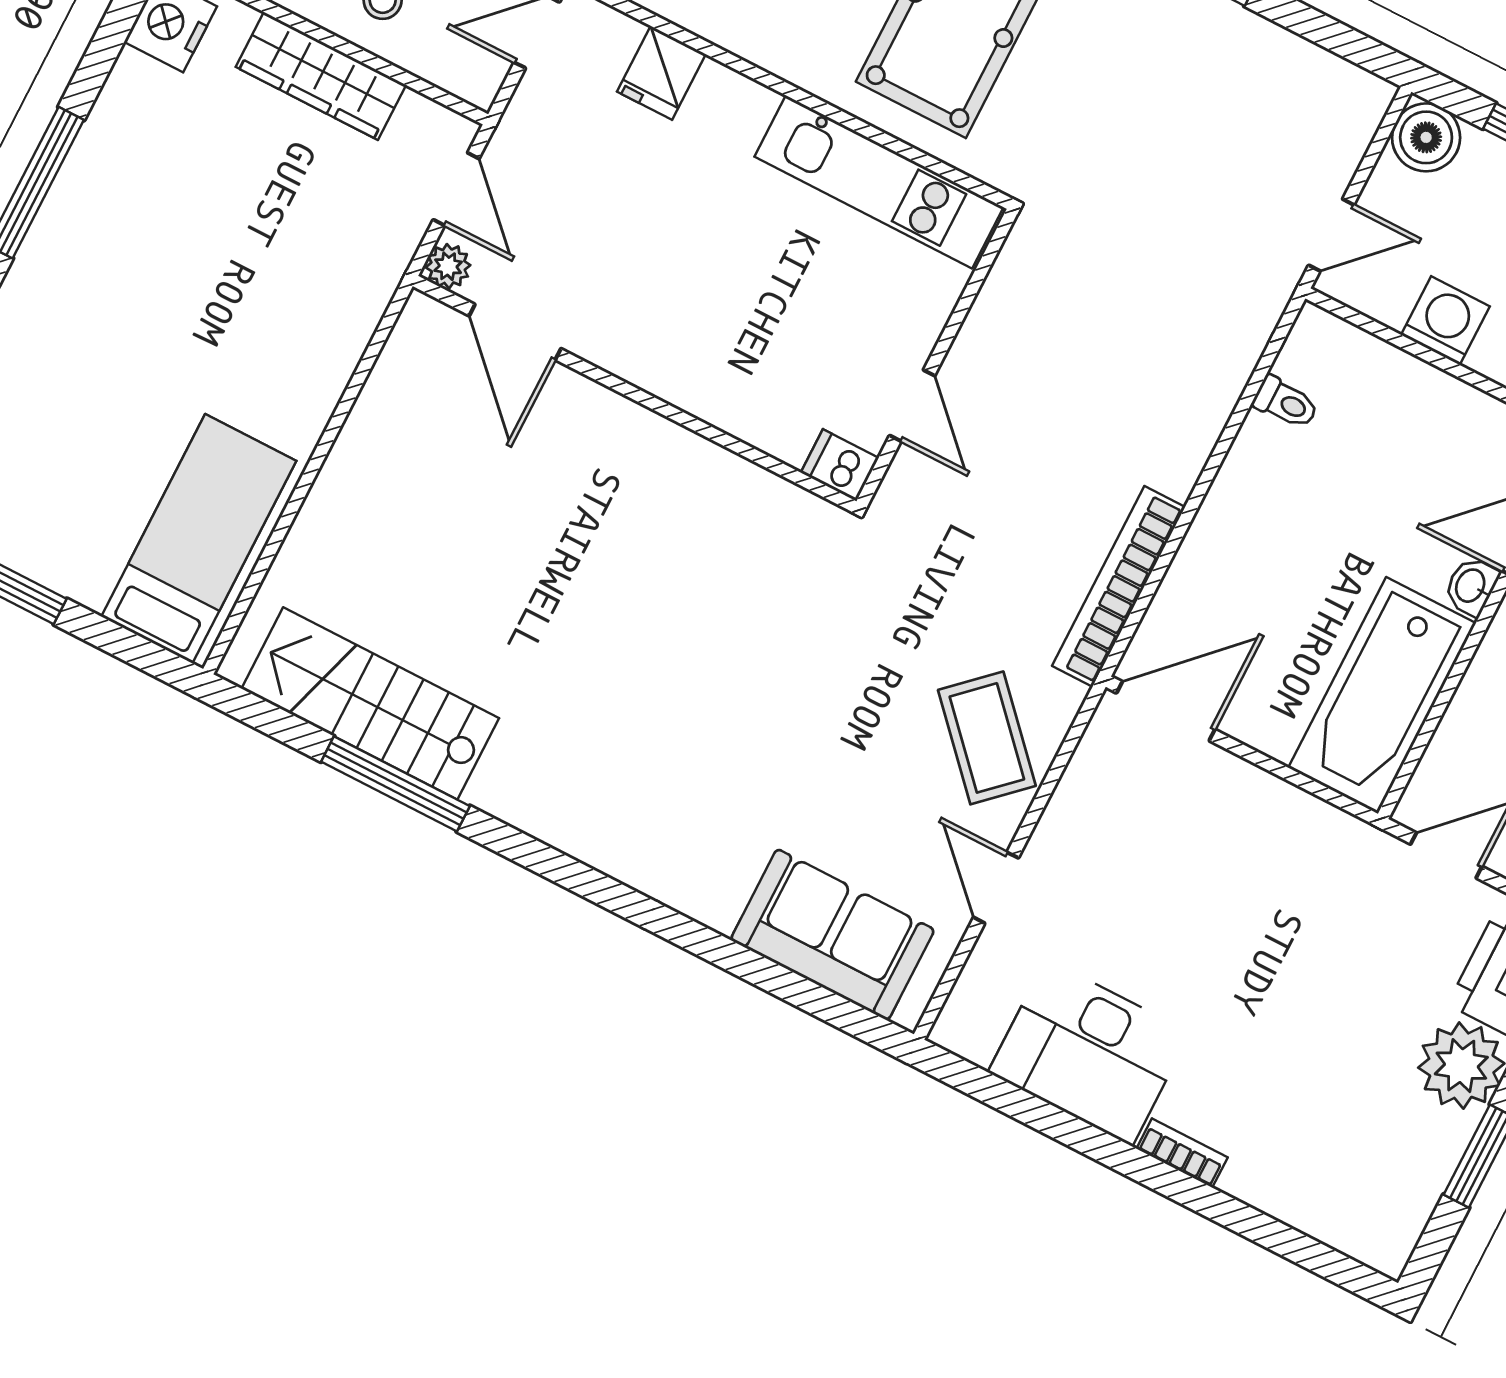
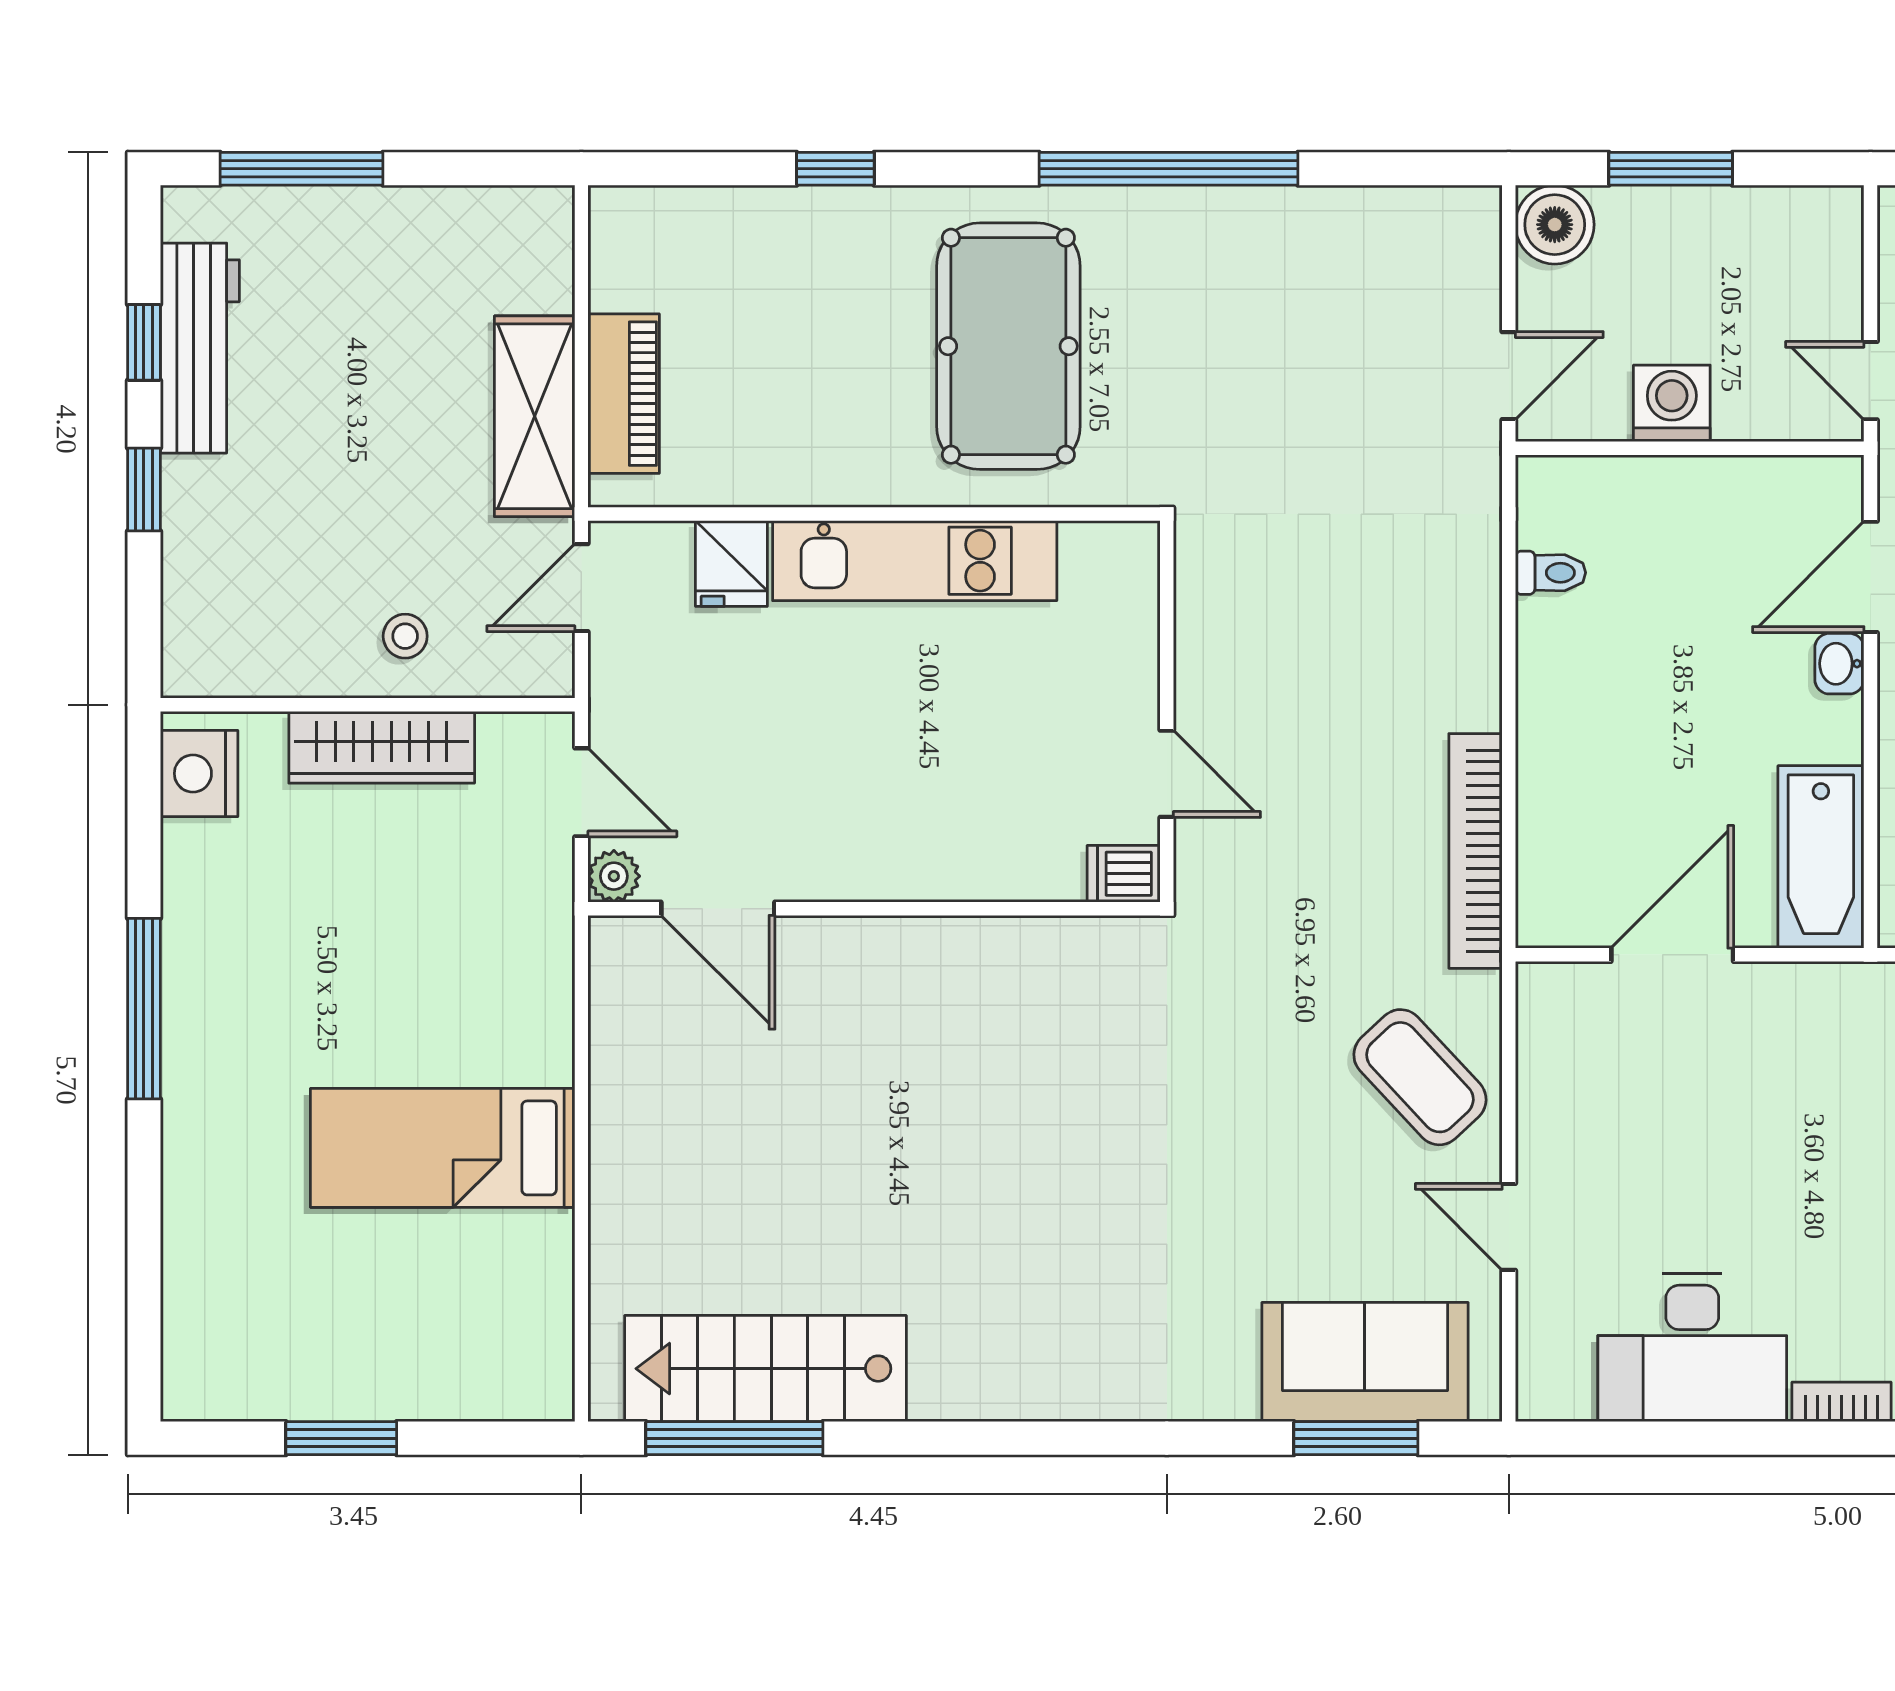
kitchen unit: (879, 182) -> (915, 561), moved
bed: (199, 539) -> (443, 1148), moved, turned -90
bathtub: (1382, 695) -> (1821, 857), width x0.73, depth x0.73
door: (1166, 711) -> (1672, 955), moved
window: (395, 784) -> (734, 1438), moved
window: (795, 989) -> (1356, 1438), added

